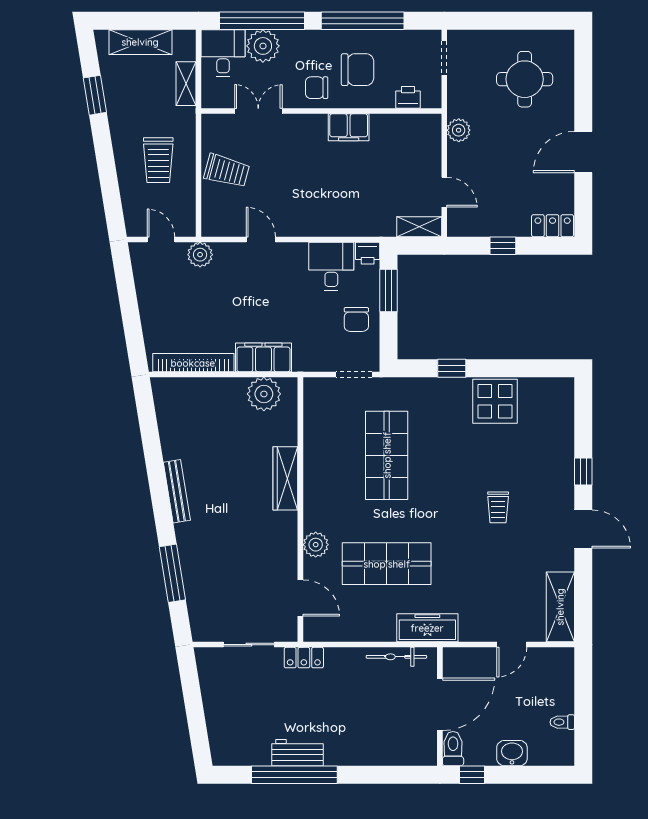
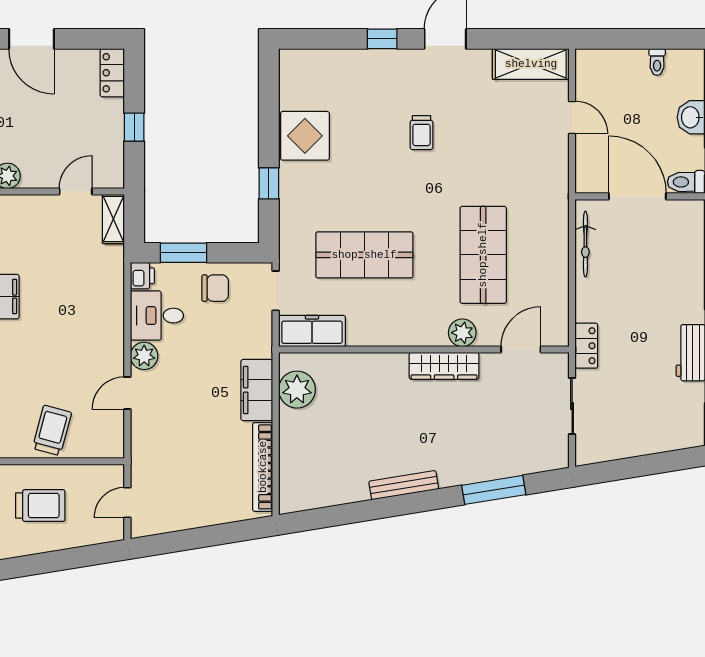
plant: (200, 255) -> (144, 356), moved
wardrobe: (285, 478) -> (444, 366), moved
trolley: (498, 507) -> (422, 133), turned 90
freezer: (427, 628) -> (312, 331), moved, turned 90

